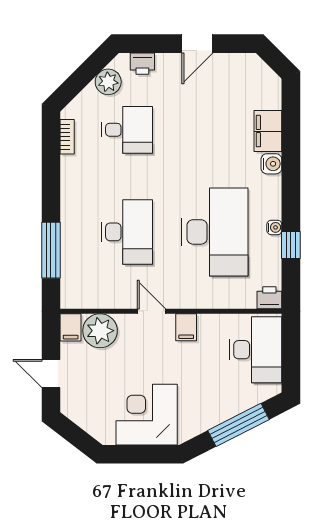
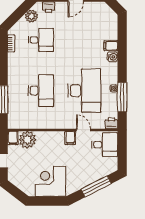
filing cabinet: (268, 131) -> (111, 46), width x0.50
window: (291, 245) -> (122, 97), width x2.17
door: (151, 311) -> (83, 130), moved
desk: (256, 350) -> (105, 145), width x0.73

